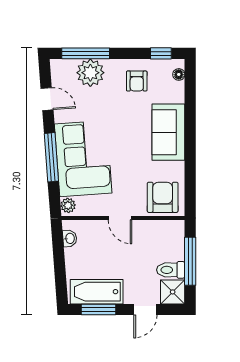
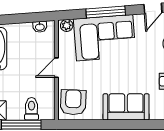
armchair: (163, 197) -> (73, 102), turned -88
toilet: (171, 270) -> (32, 109), moved

